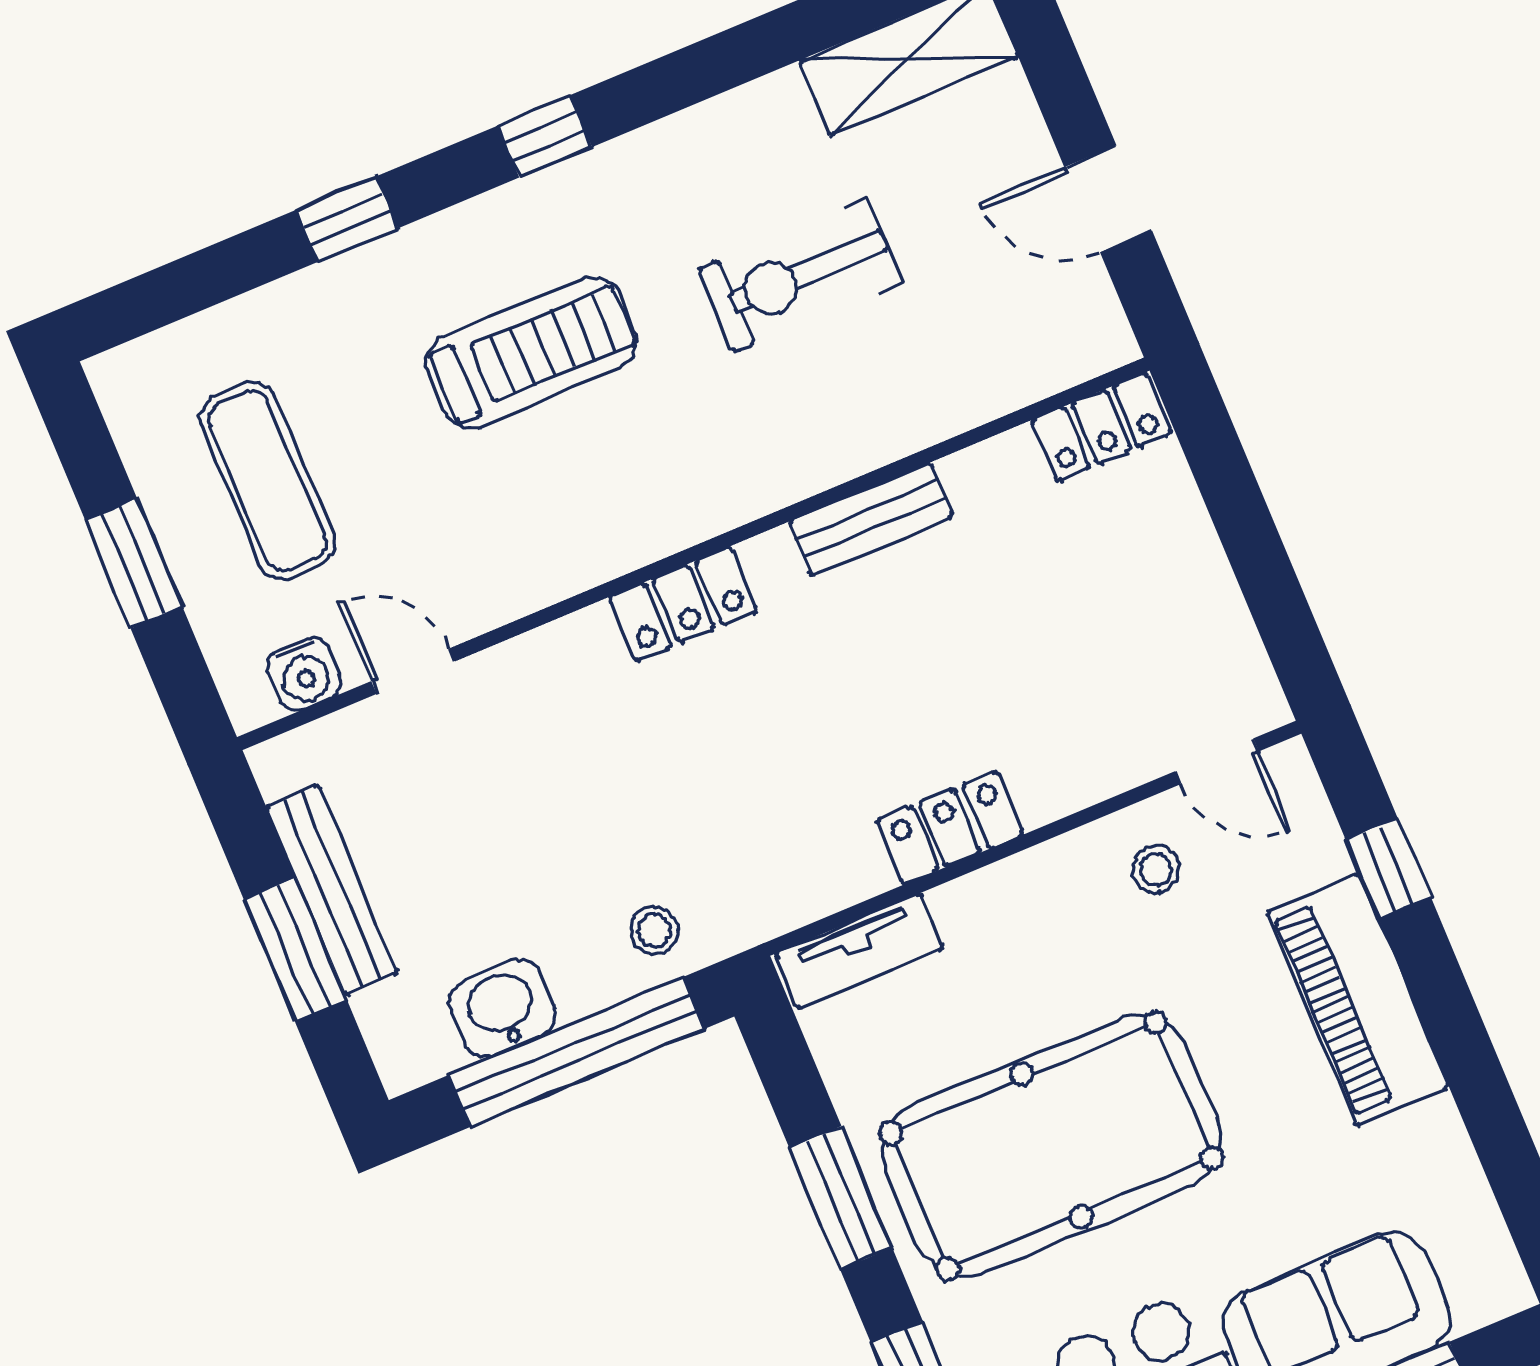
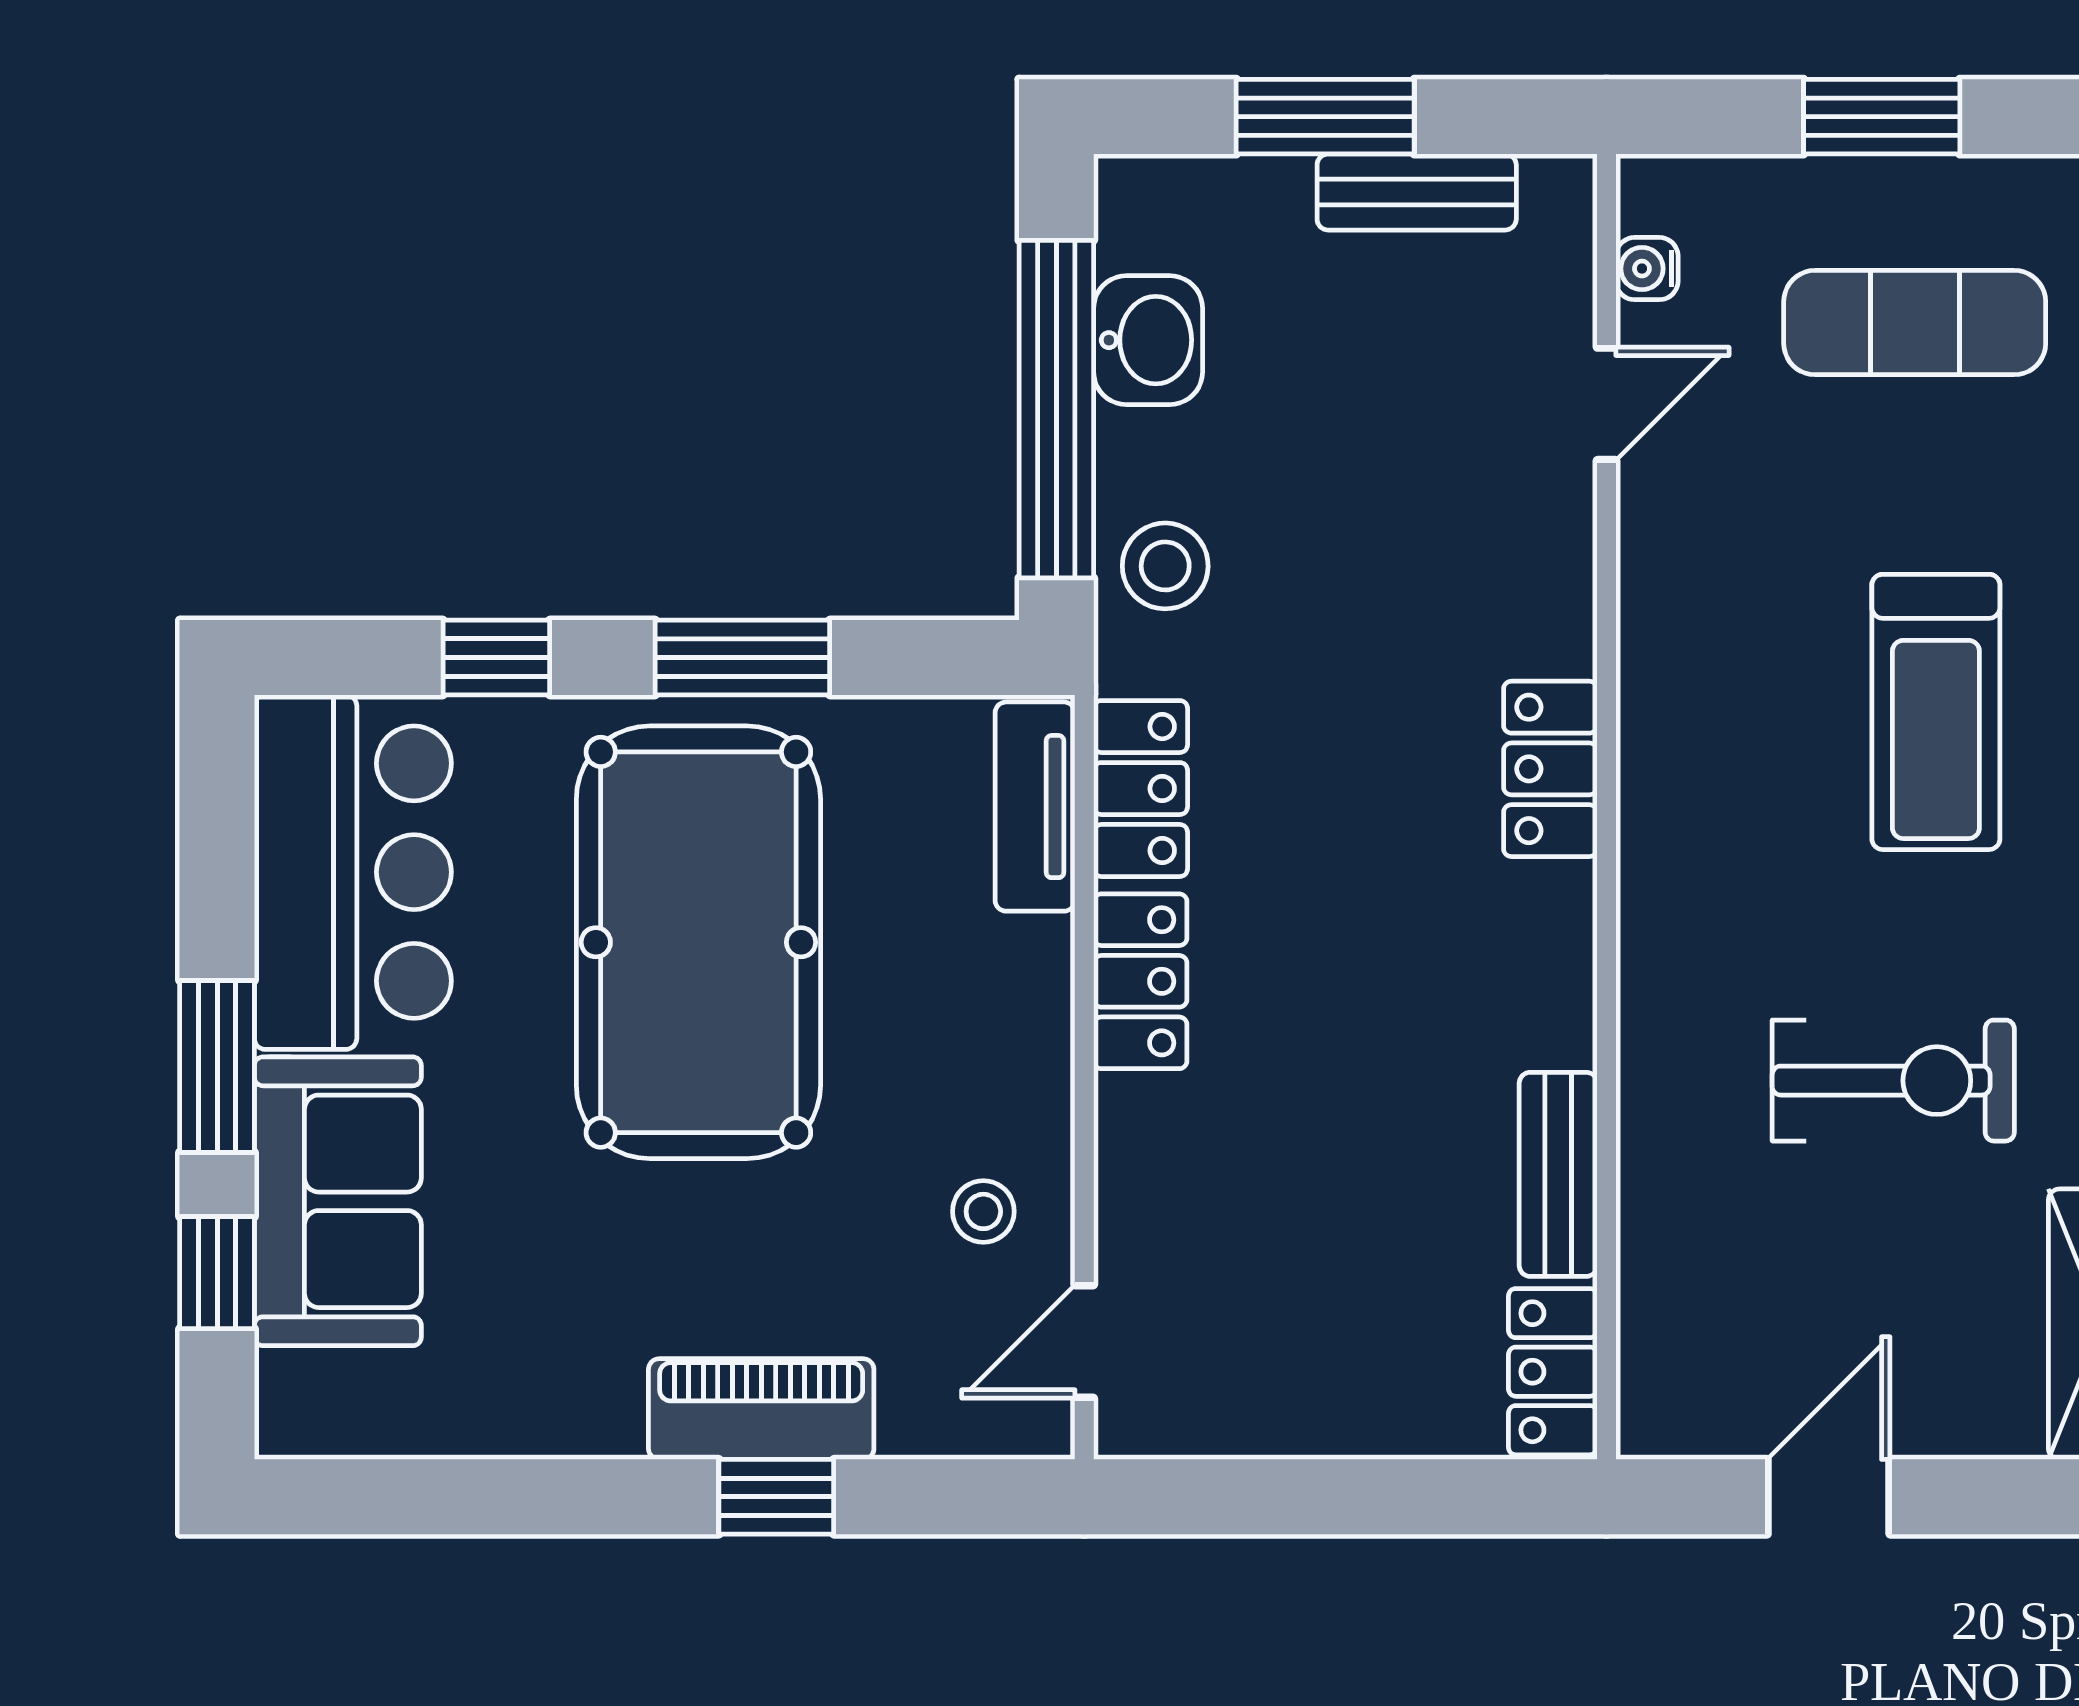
exercise bike: (800, 275) -> (1893, 1081), turned 90
bench: (871, 519) -> (1558, 1174), moved
water cooler: (304, 674) -> (1647, 269), width x0.72, depth x0.72
window: (1388, 868) -> (776, 1497), moved
locker: (816, 883) -> (1141, 789), added
bench: (332, 890) -> (1417, 192), width x0.73
stool: (654, 931) -> (1165, 566), width x1.37, depth x1.37
piano: (1358, 1000) -> (761, 1409), width x0.73, depth x0.75

